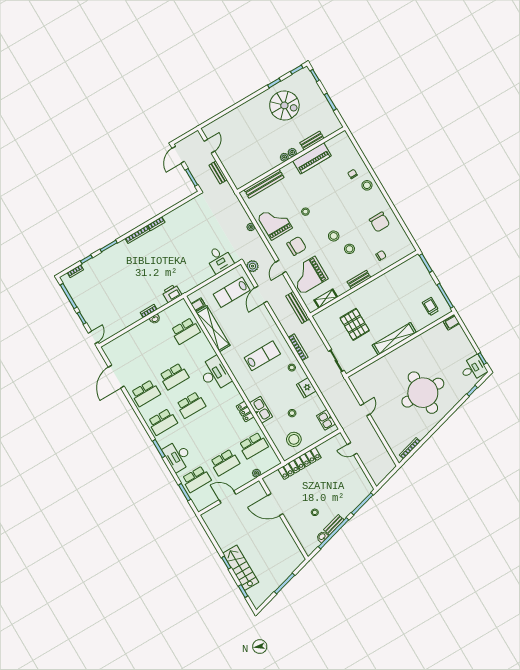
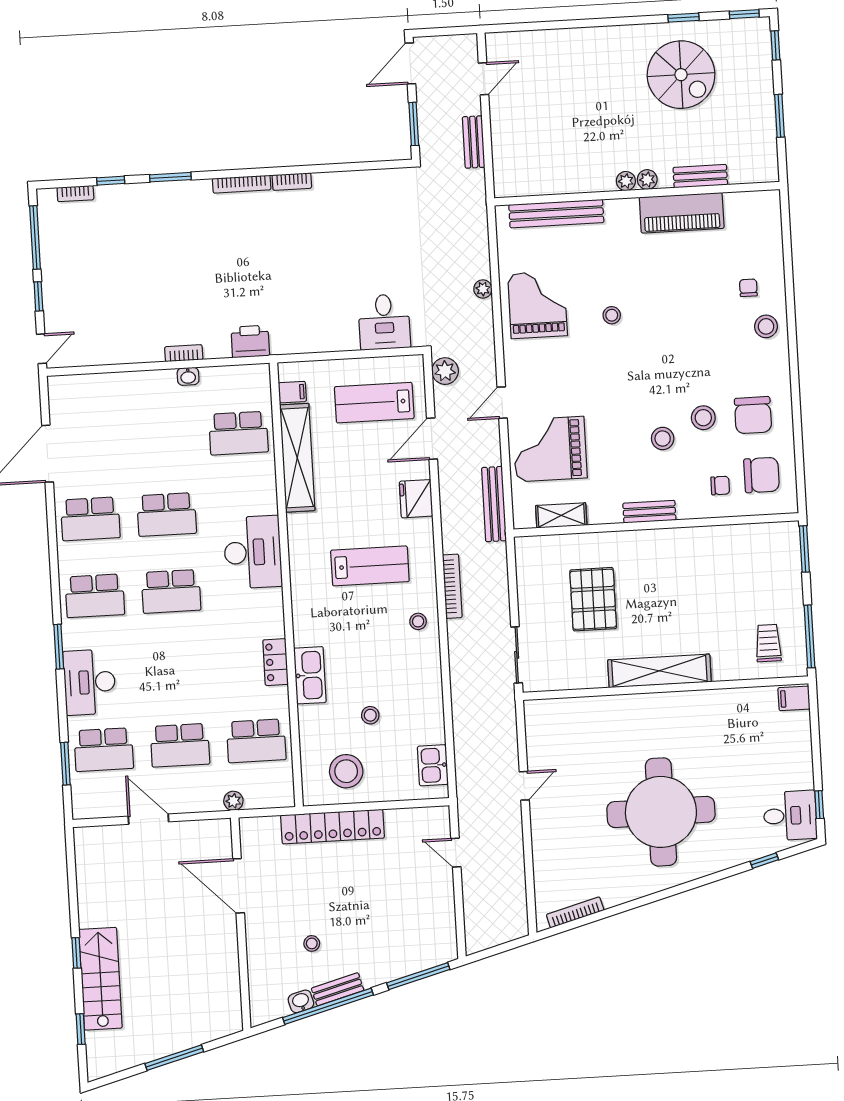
stool: (334, 236) -> (703, 418), moved
chair: (297, 246) -> (762, 475), moved
fridge: (306, 388) -> (416, 499), moved

